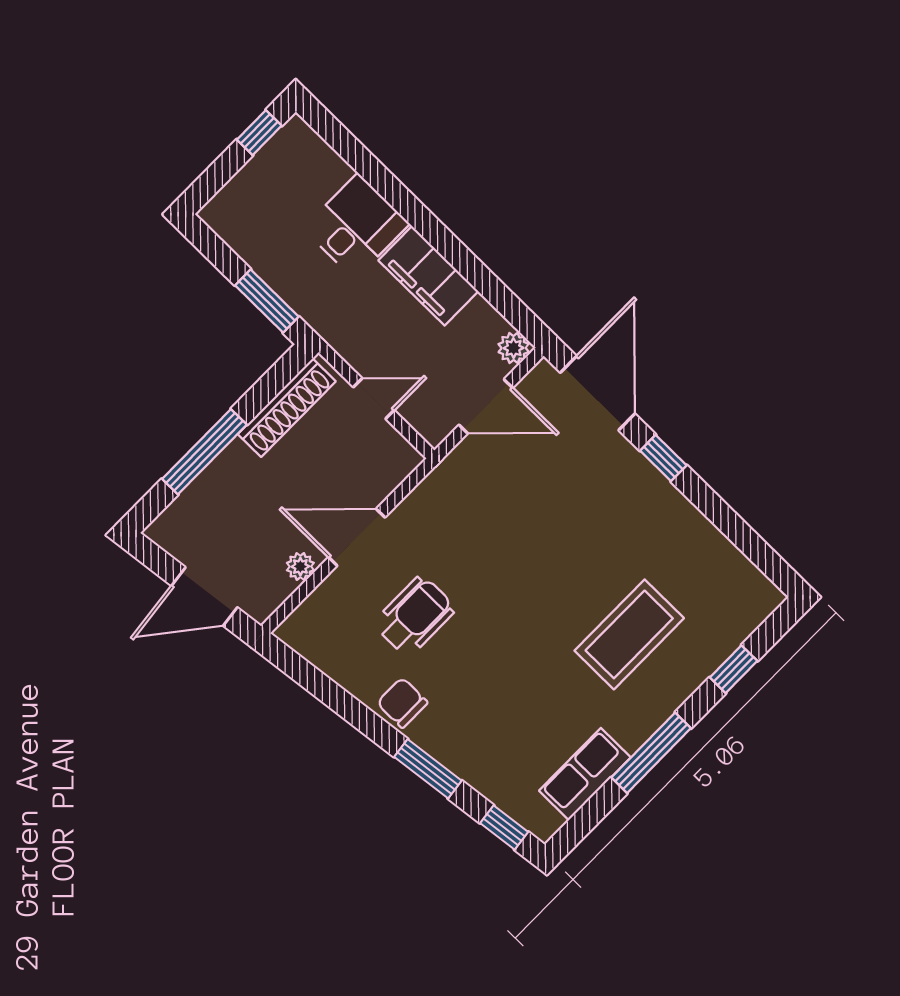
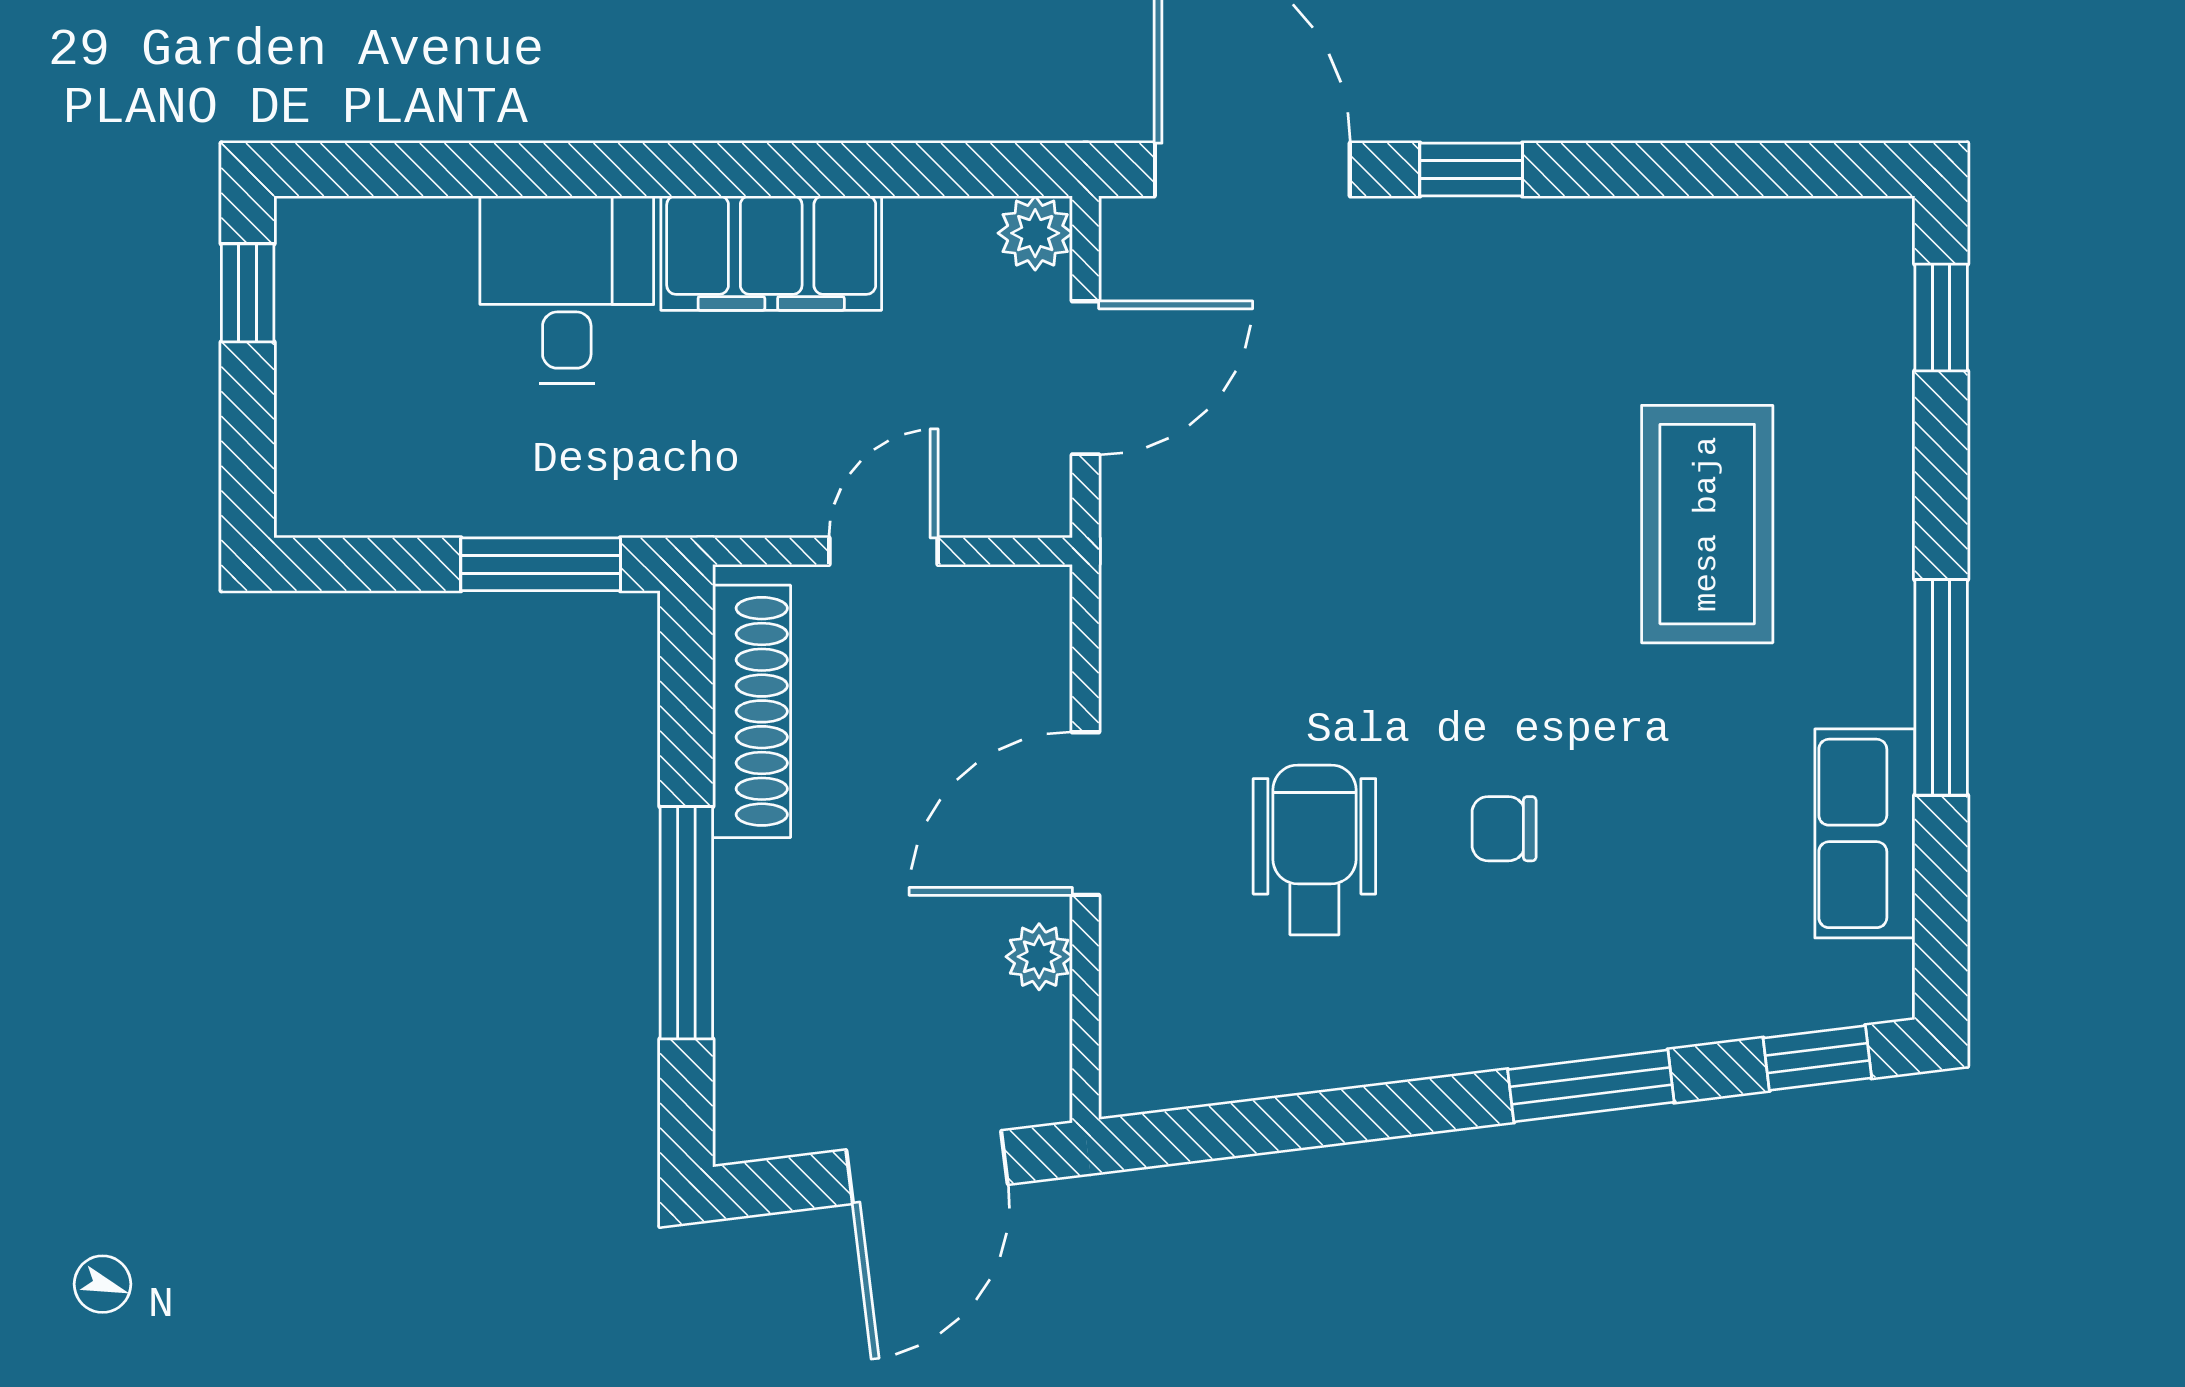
window: (734, 669) -> (1941, 318), moved
chair: (402, 703) -> (1504, 829), moved, width x0.73, depth x0.73

